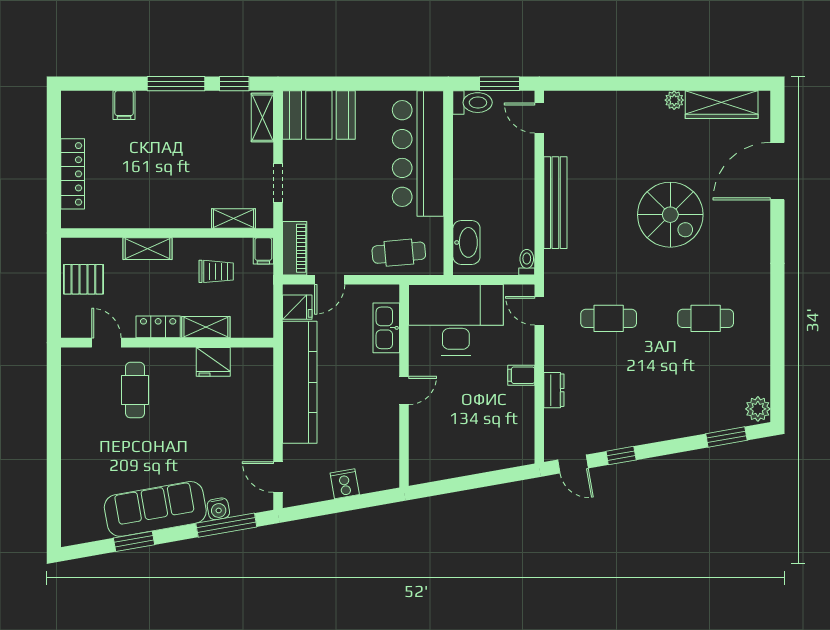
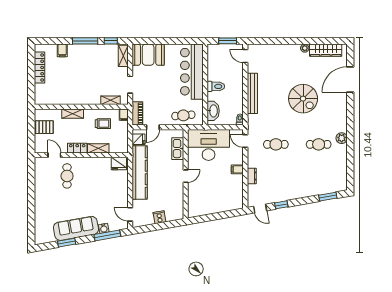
toilet: (473, 103) -> (216, 86), moved
locker: (73, 174) -> (40, 67), moved
fridge: (213, 362) -> (119, 164), moved
plant: (758, 409) -> (342, 138), moved

